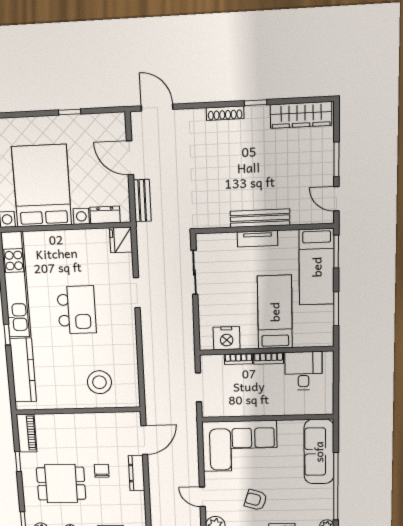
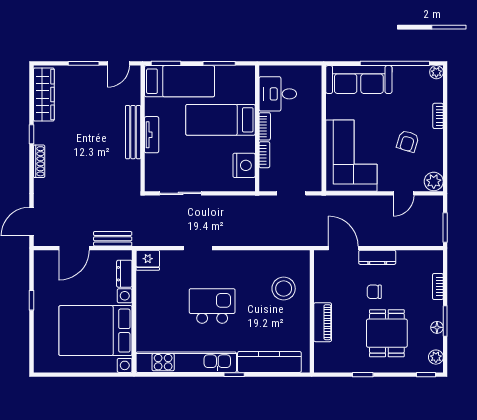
piano: (27, 433) -> (323, 322), moved, turned 90

